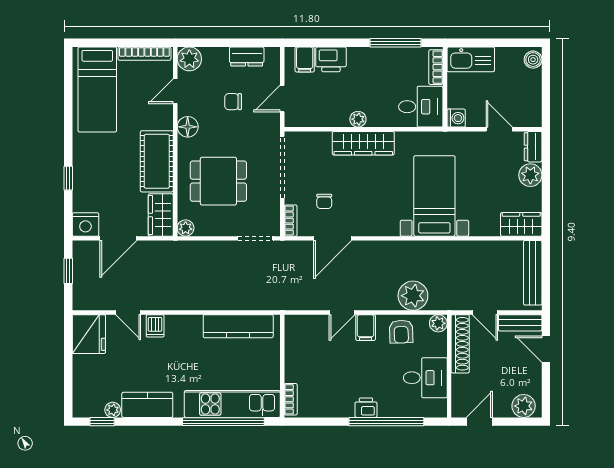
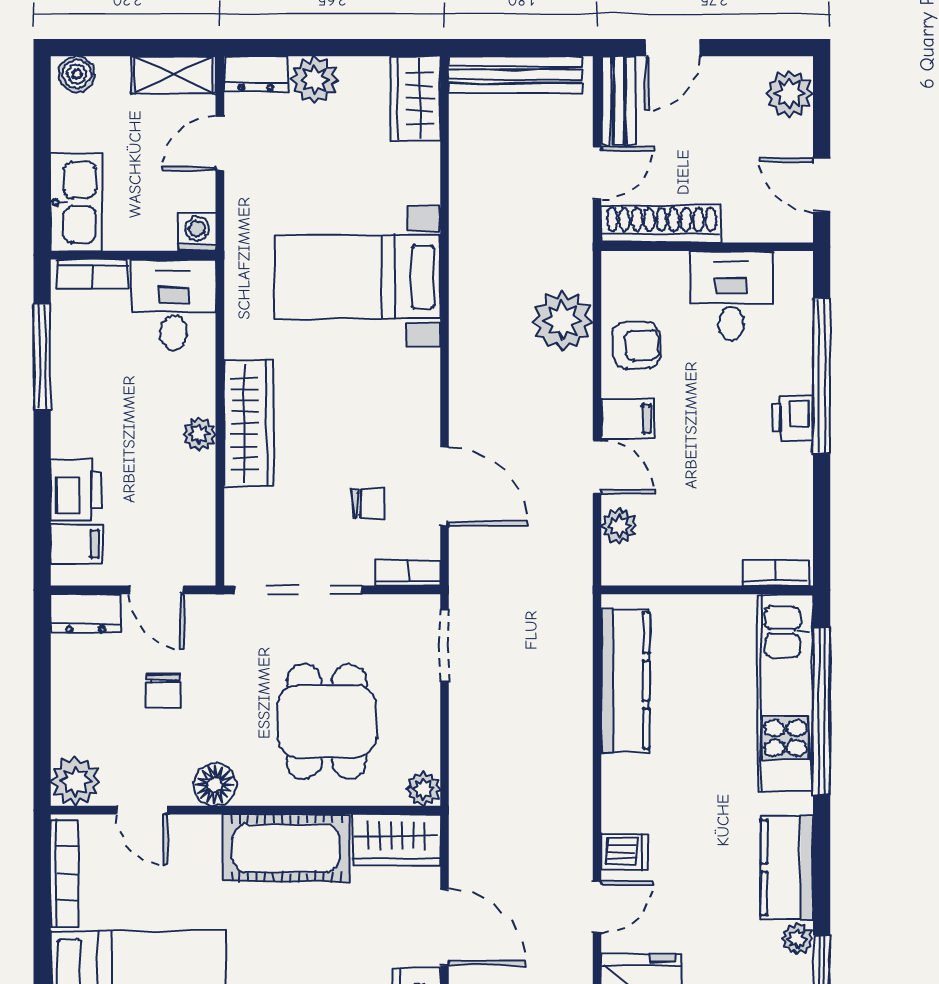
dresser: (247, 56) -> (86, 614), moved, turned 90
shelving: (533, 107) -> (174, 75), added
plant: (438, 323) -> (619, 526), moved

